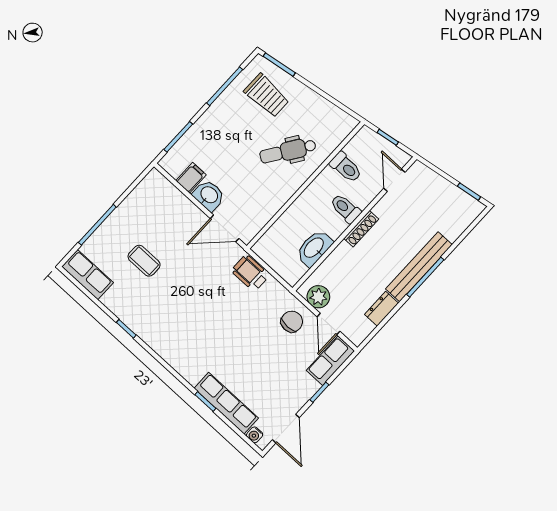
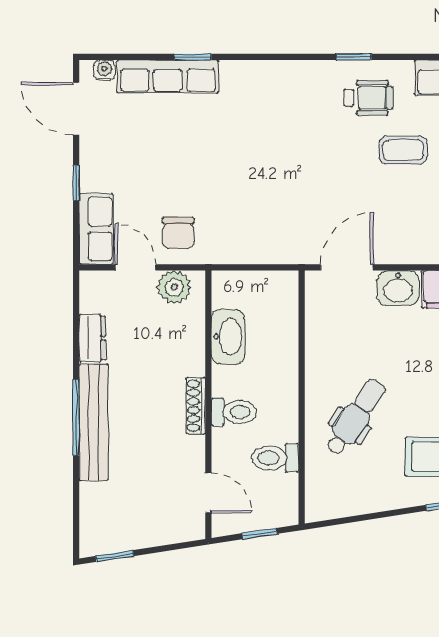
wheelchair: (250, 273) -> (368, 98), moved

